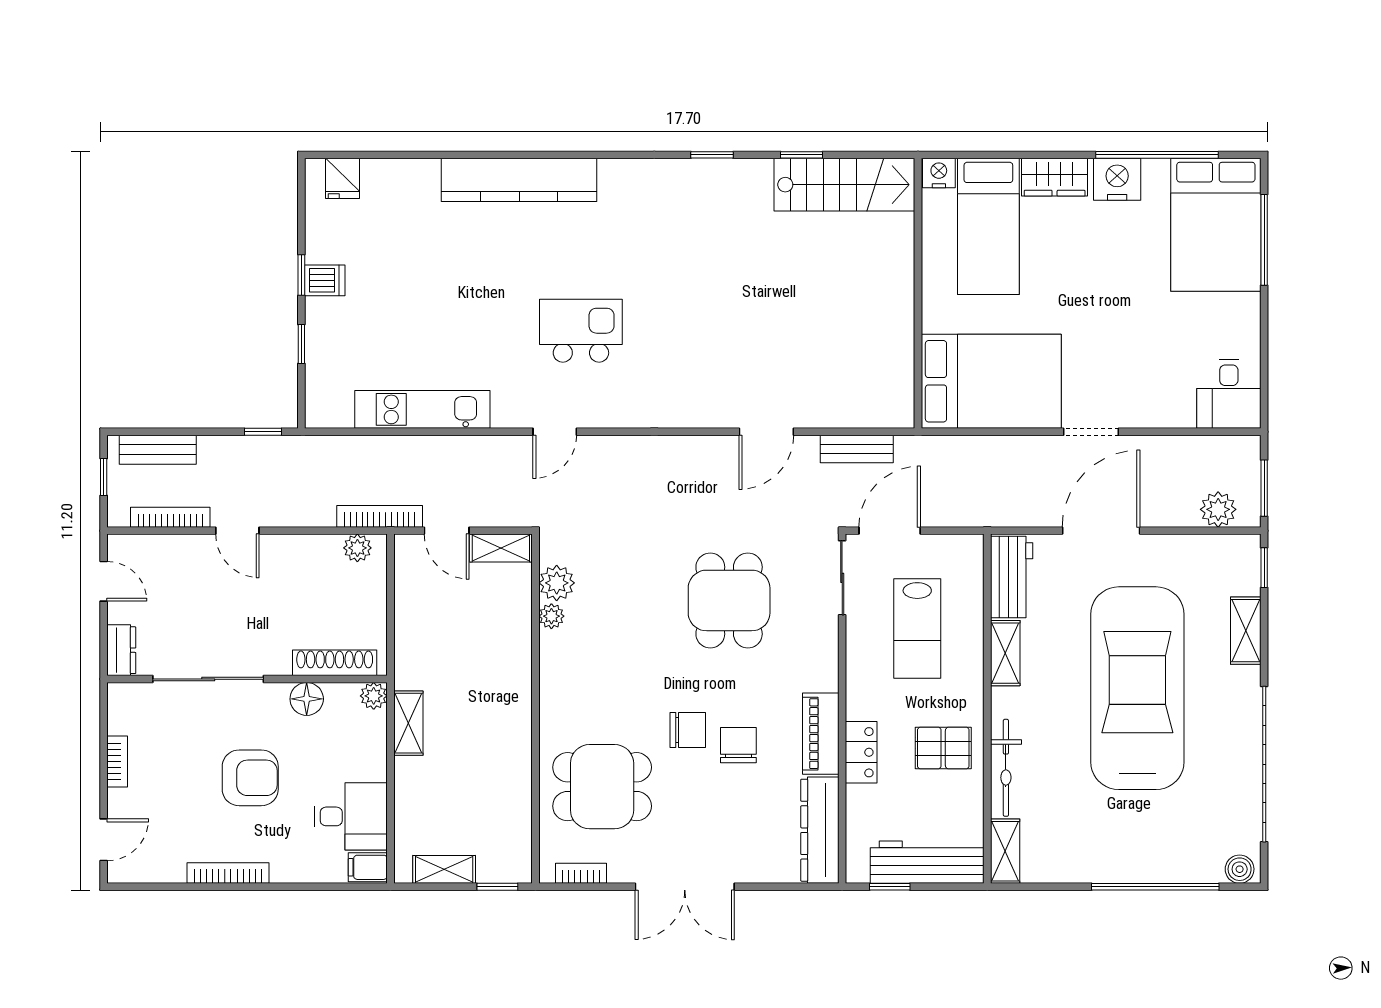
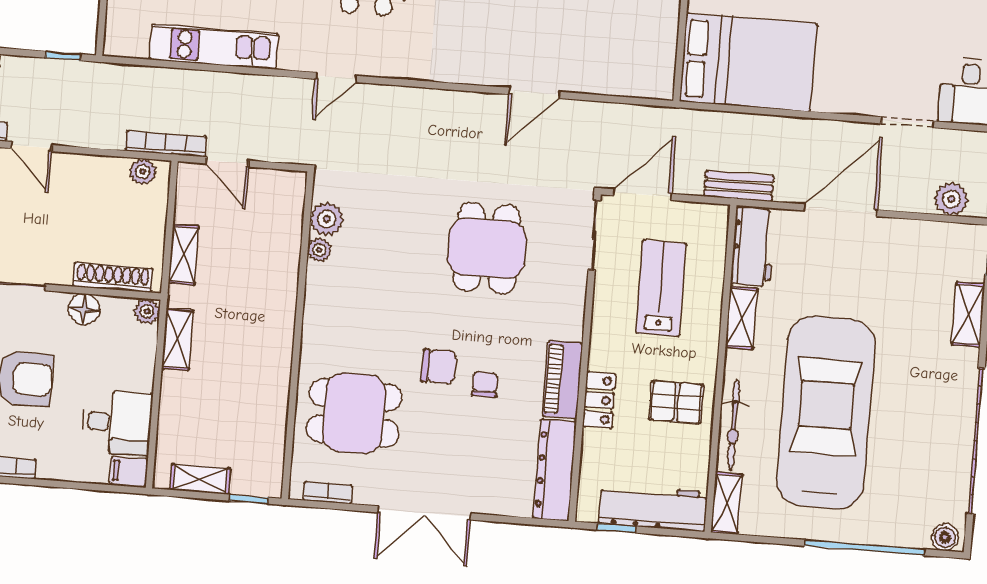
doorway: (1091, 432) -> (907, 122), moved
bench: (857, 449) -> (739, 186), moved
shelving: (501, 548) -> (184, 255), moved, turned 90
lab bench: (917, 629) -> (661, 288), turned 180
car: (1137, 688) -> (826, 413), moved
chair: (738, 745) -> (485, 384), width x0.73, depth x0.73

